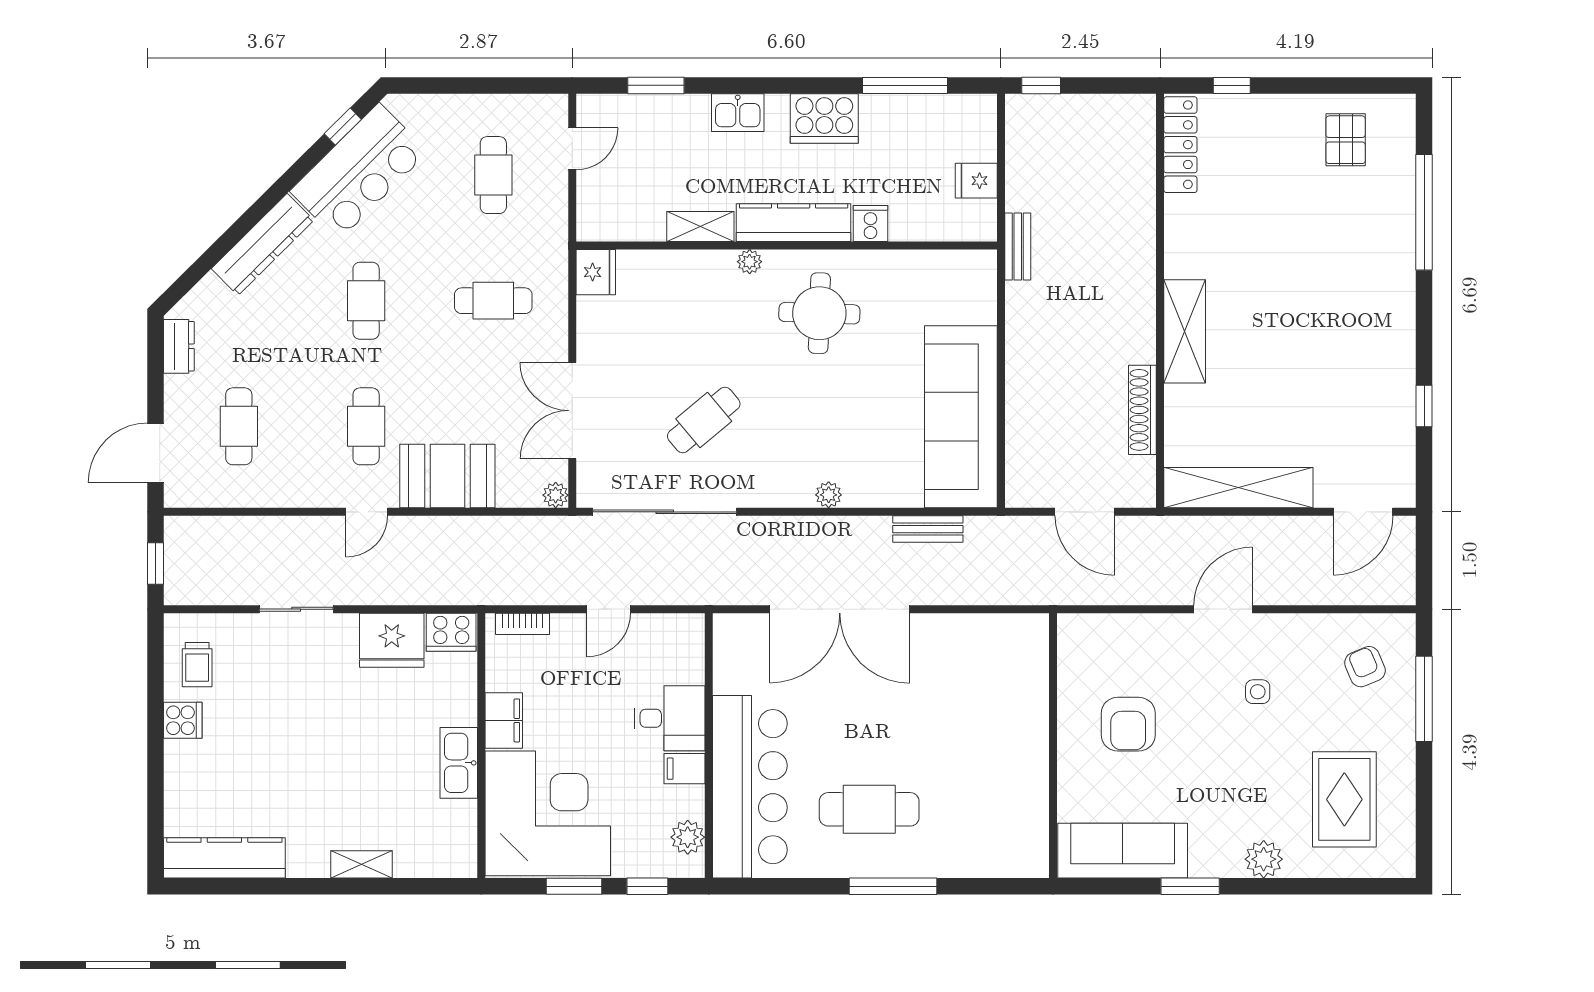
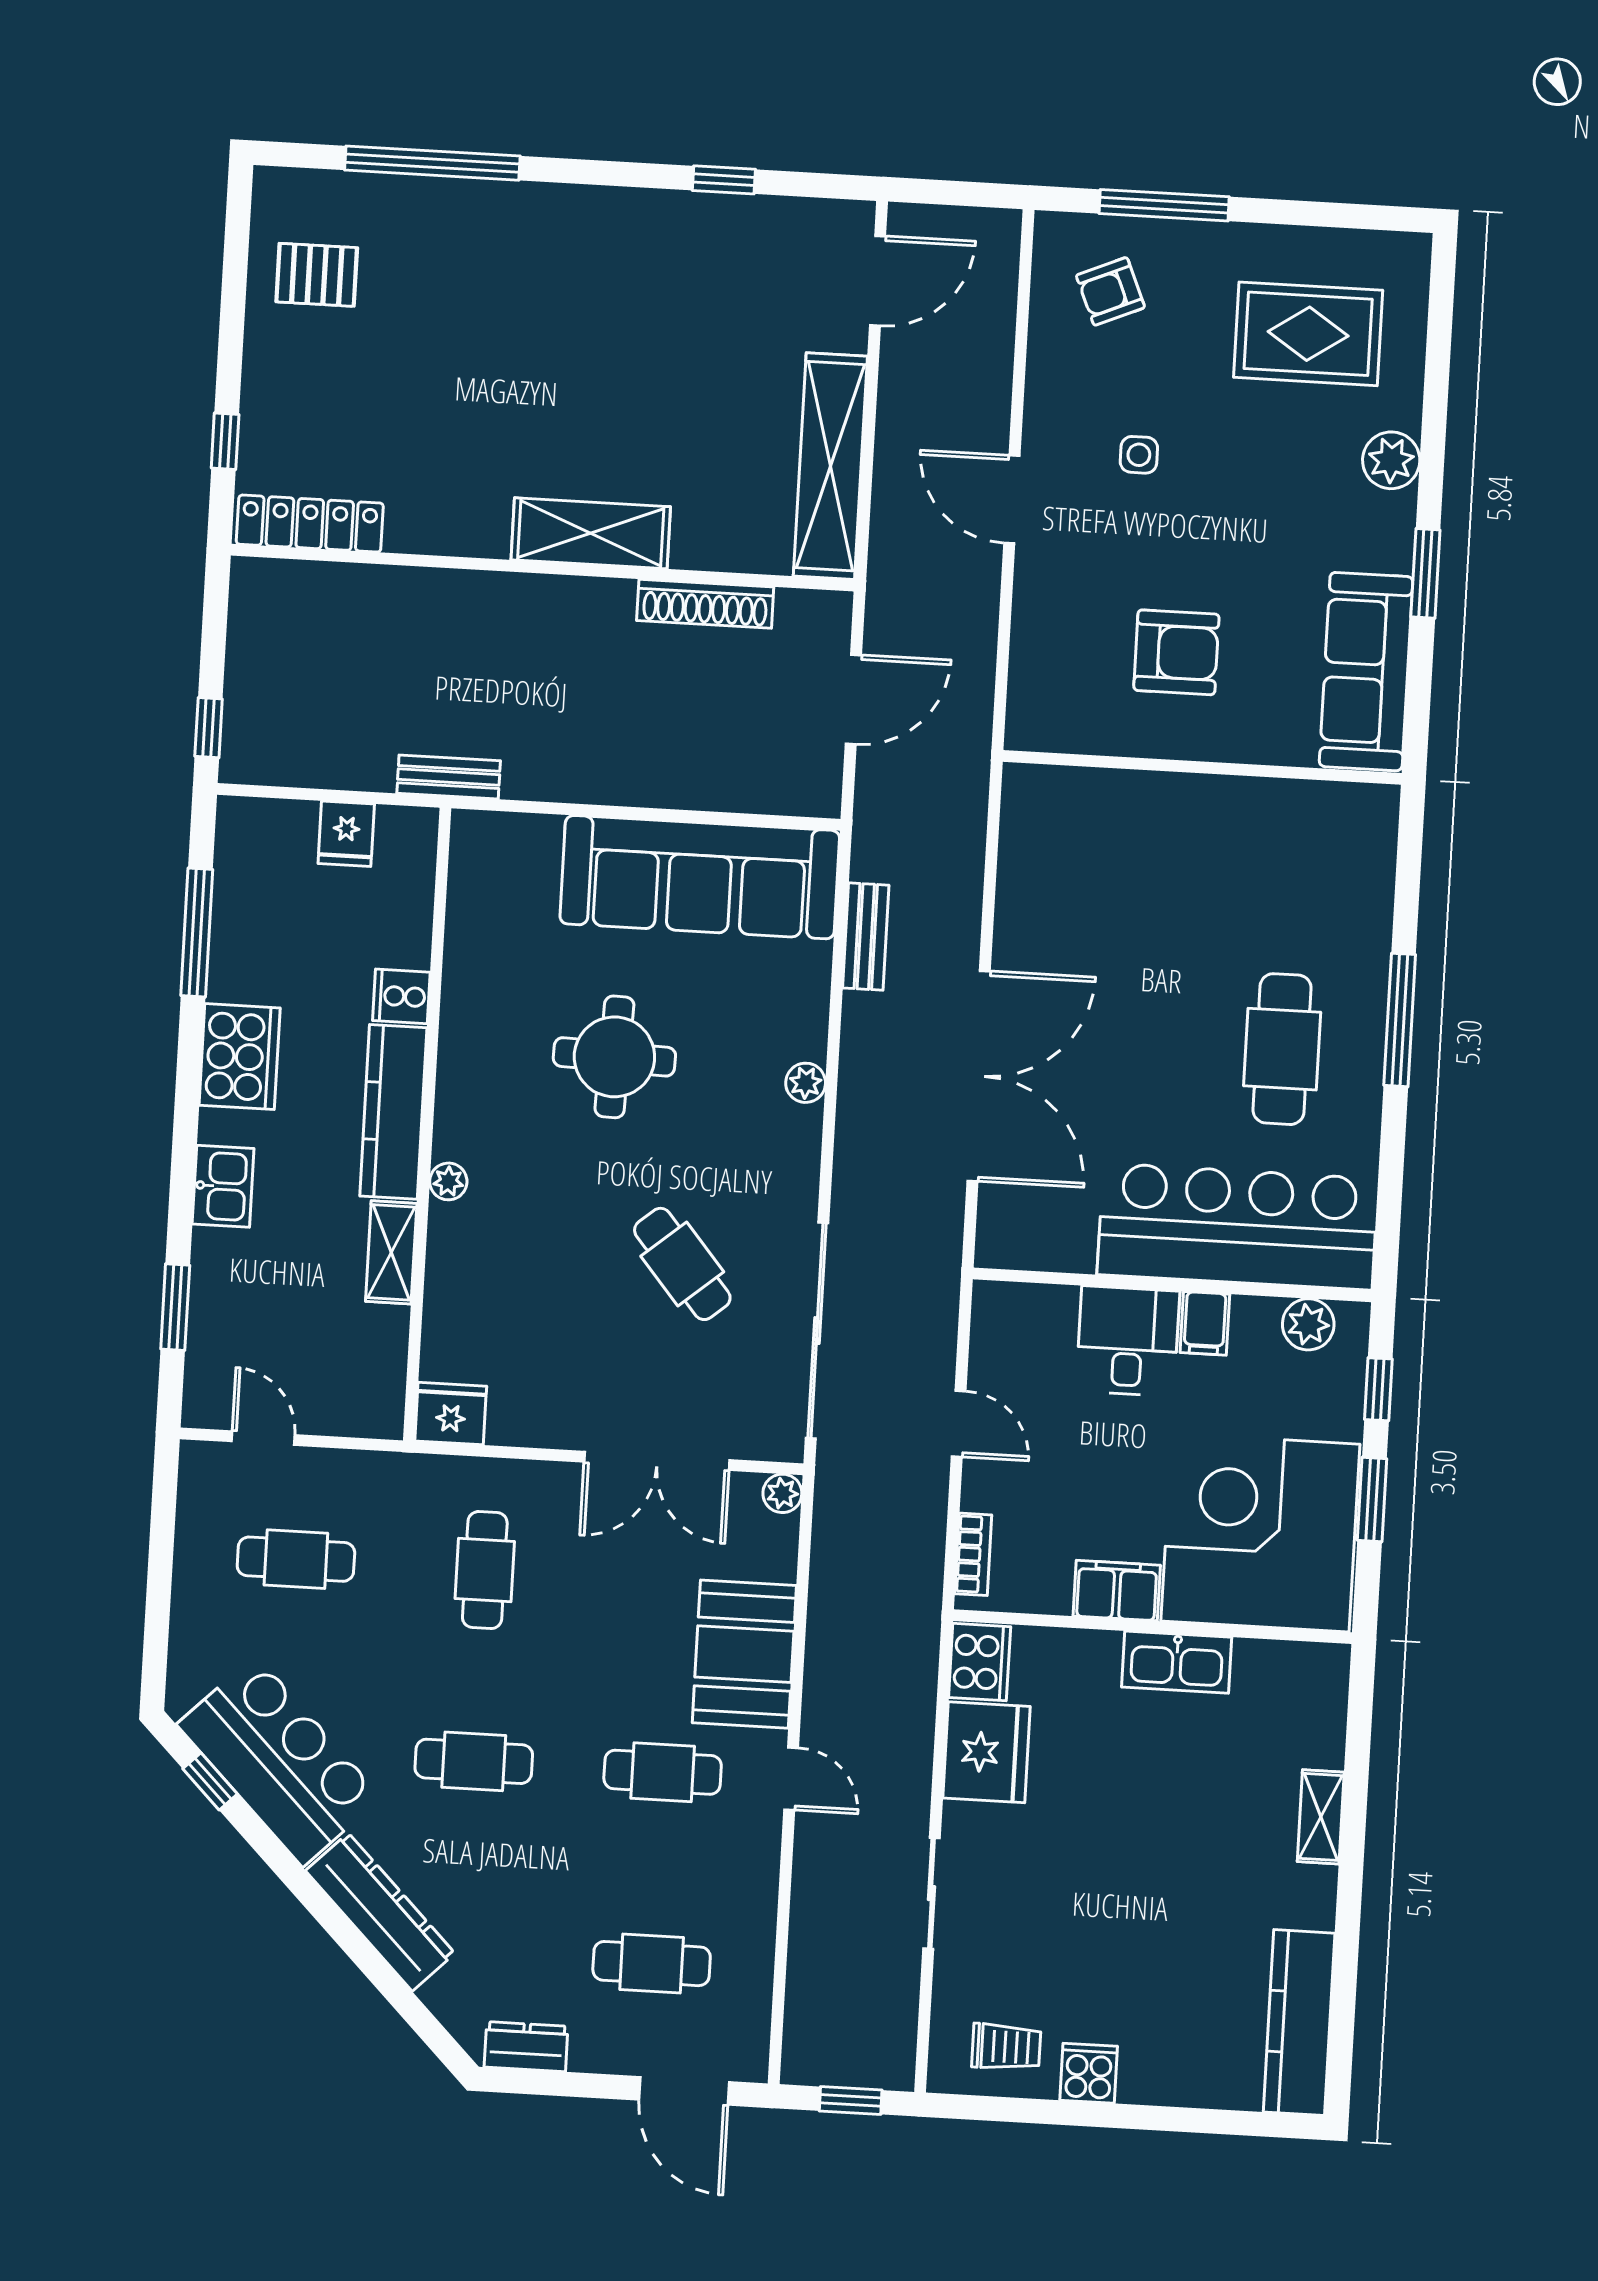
round table: (819, 313) -> (614, 1057), moved
door: (1363, 512) -> (878, 281), hinge flipped

